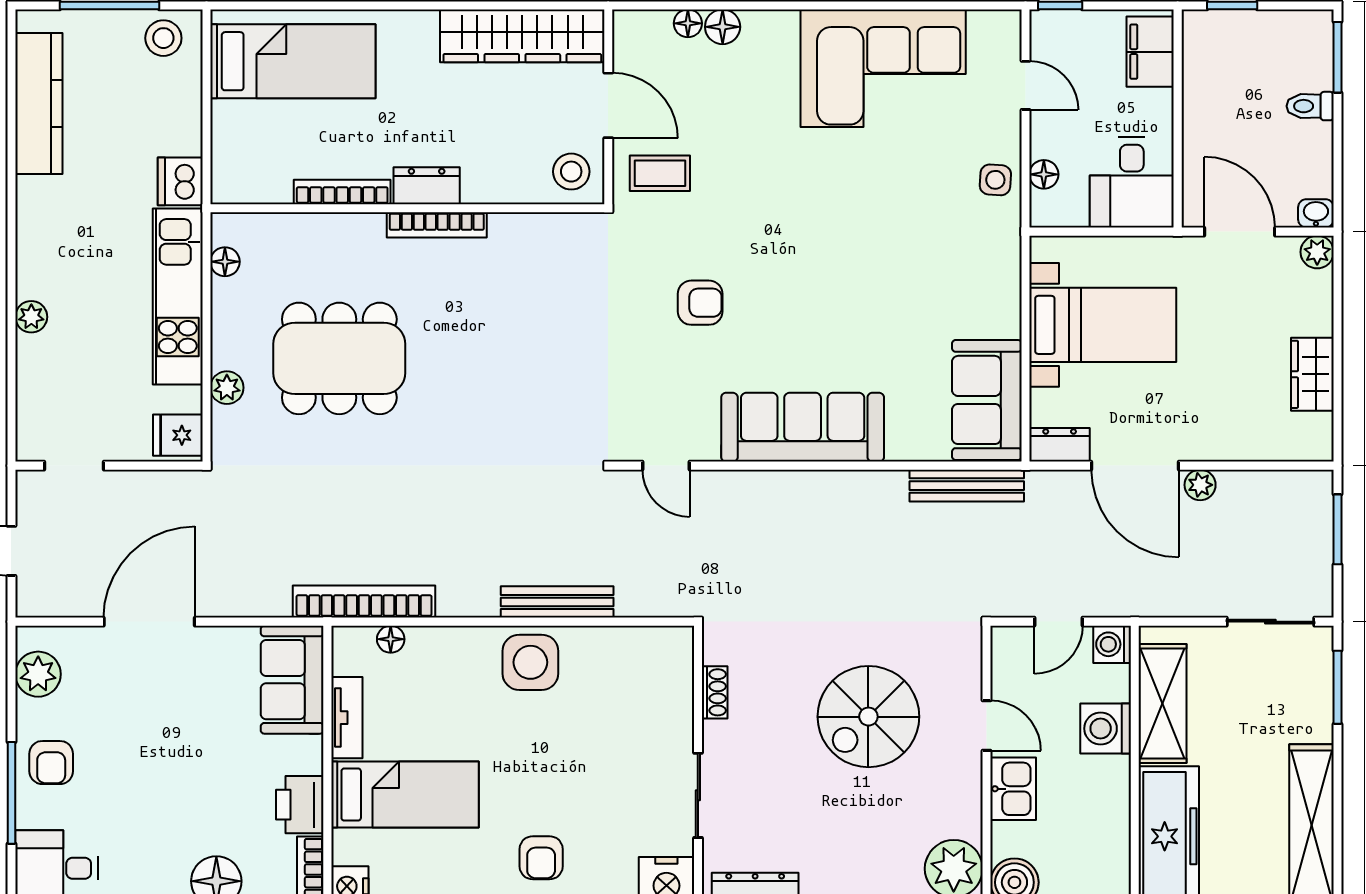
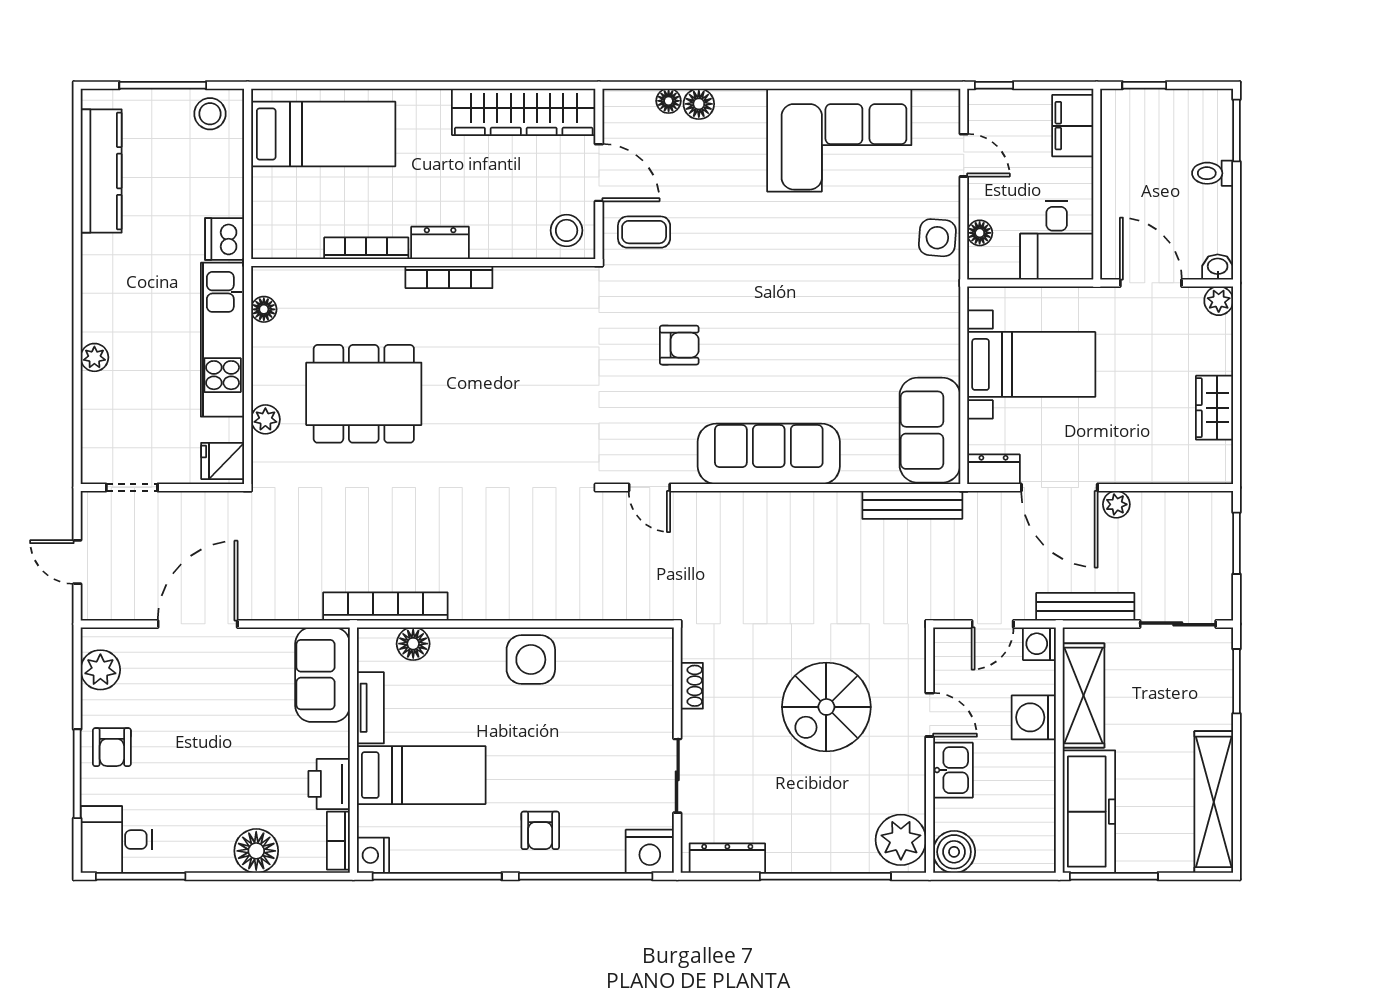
side table: (995, 180) -> (937, 238), width x1.37, depth x1.37
bench: (557, 602) -> (1085, 607), moved
floor lamp: (391, 639) -> (413, 644), width x1.37, depth x1.37

